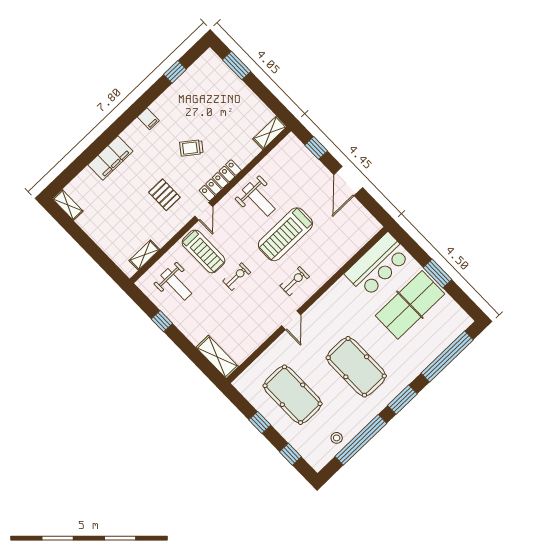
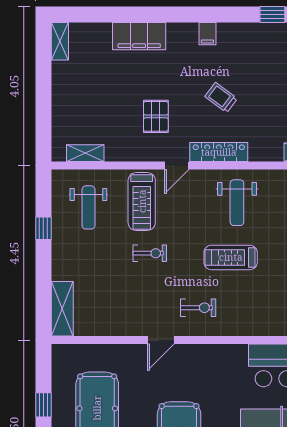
treadmill: (285, 234) -> (231, 257), width x0.73, depth x0.73

